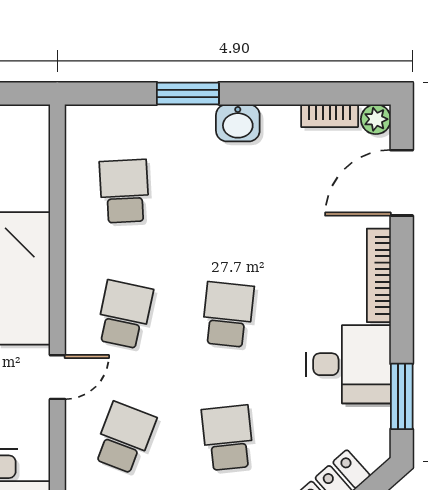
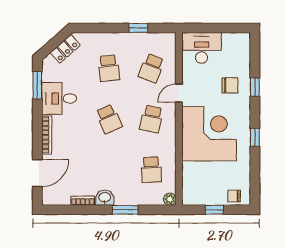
bookcase: (330, 116) -> (83, 201), moved
plant: (376, 119) -> (170, 199), moved
school desk: (228, 314) -> (109, 119), turned -30

